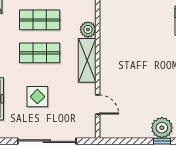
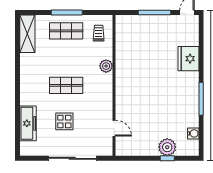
shop shelf: (40, 20) -> (66, 58), removed
shelving: (87, 60) -> (105, 92), removed

